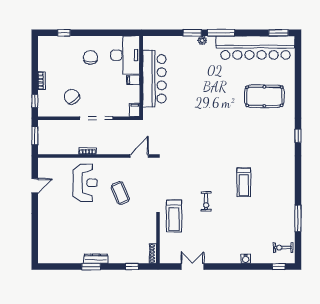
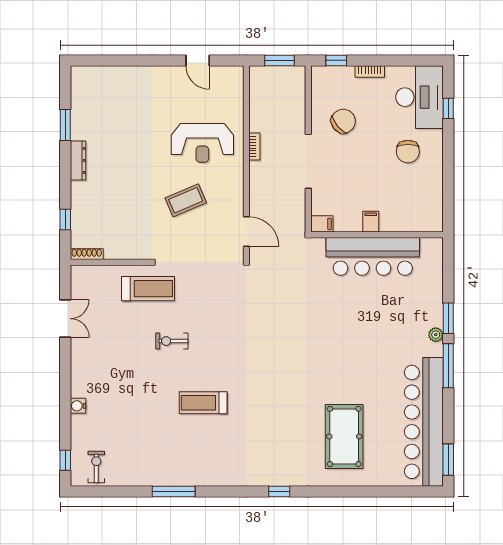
desk: (125, 55) -> (419, 97), moved, turned -90
chair: (90, 57) -> (408, 152), turned 90
treadmill: (174, 216) -> (148, 289), turned 180
window: (298, 218) -> (174, 491), moved
window: (91, 267) -> (65, 125), moved

